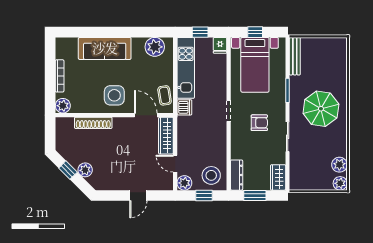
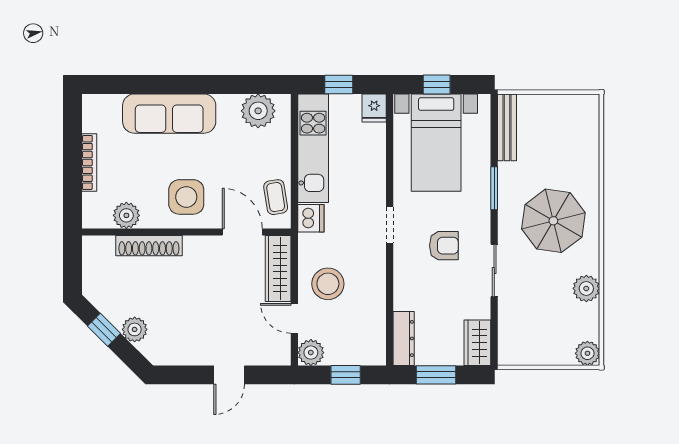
plant: (63, 106) -> (126, 215), moved
plant: (339, 165) -> (586, 288), moved
stool: (211, 175) -> (328, 284), moved

